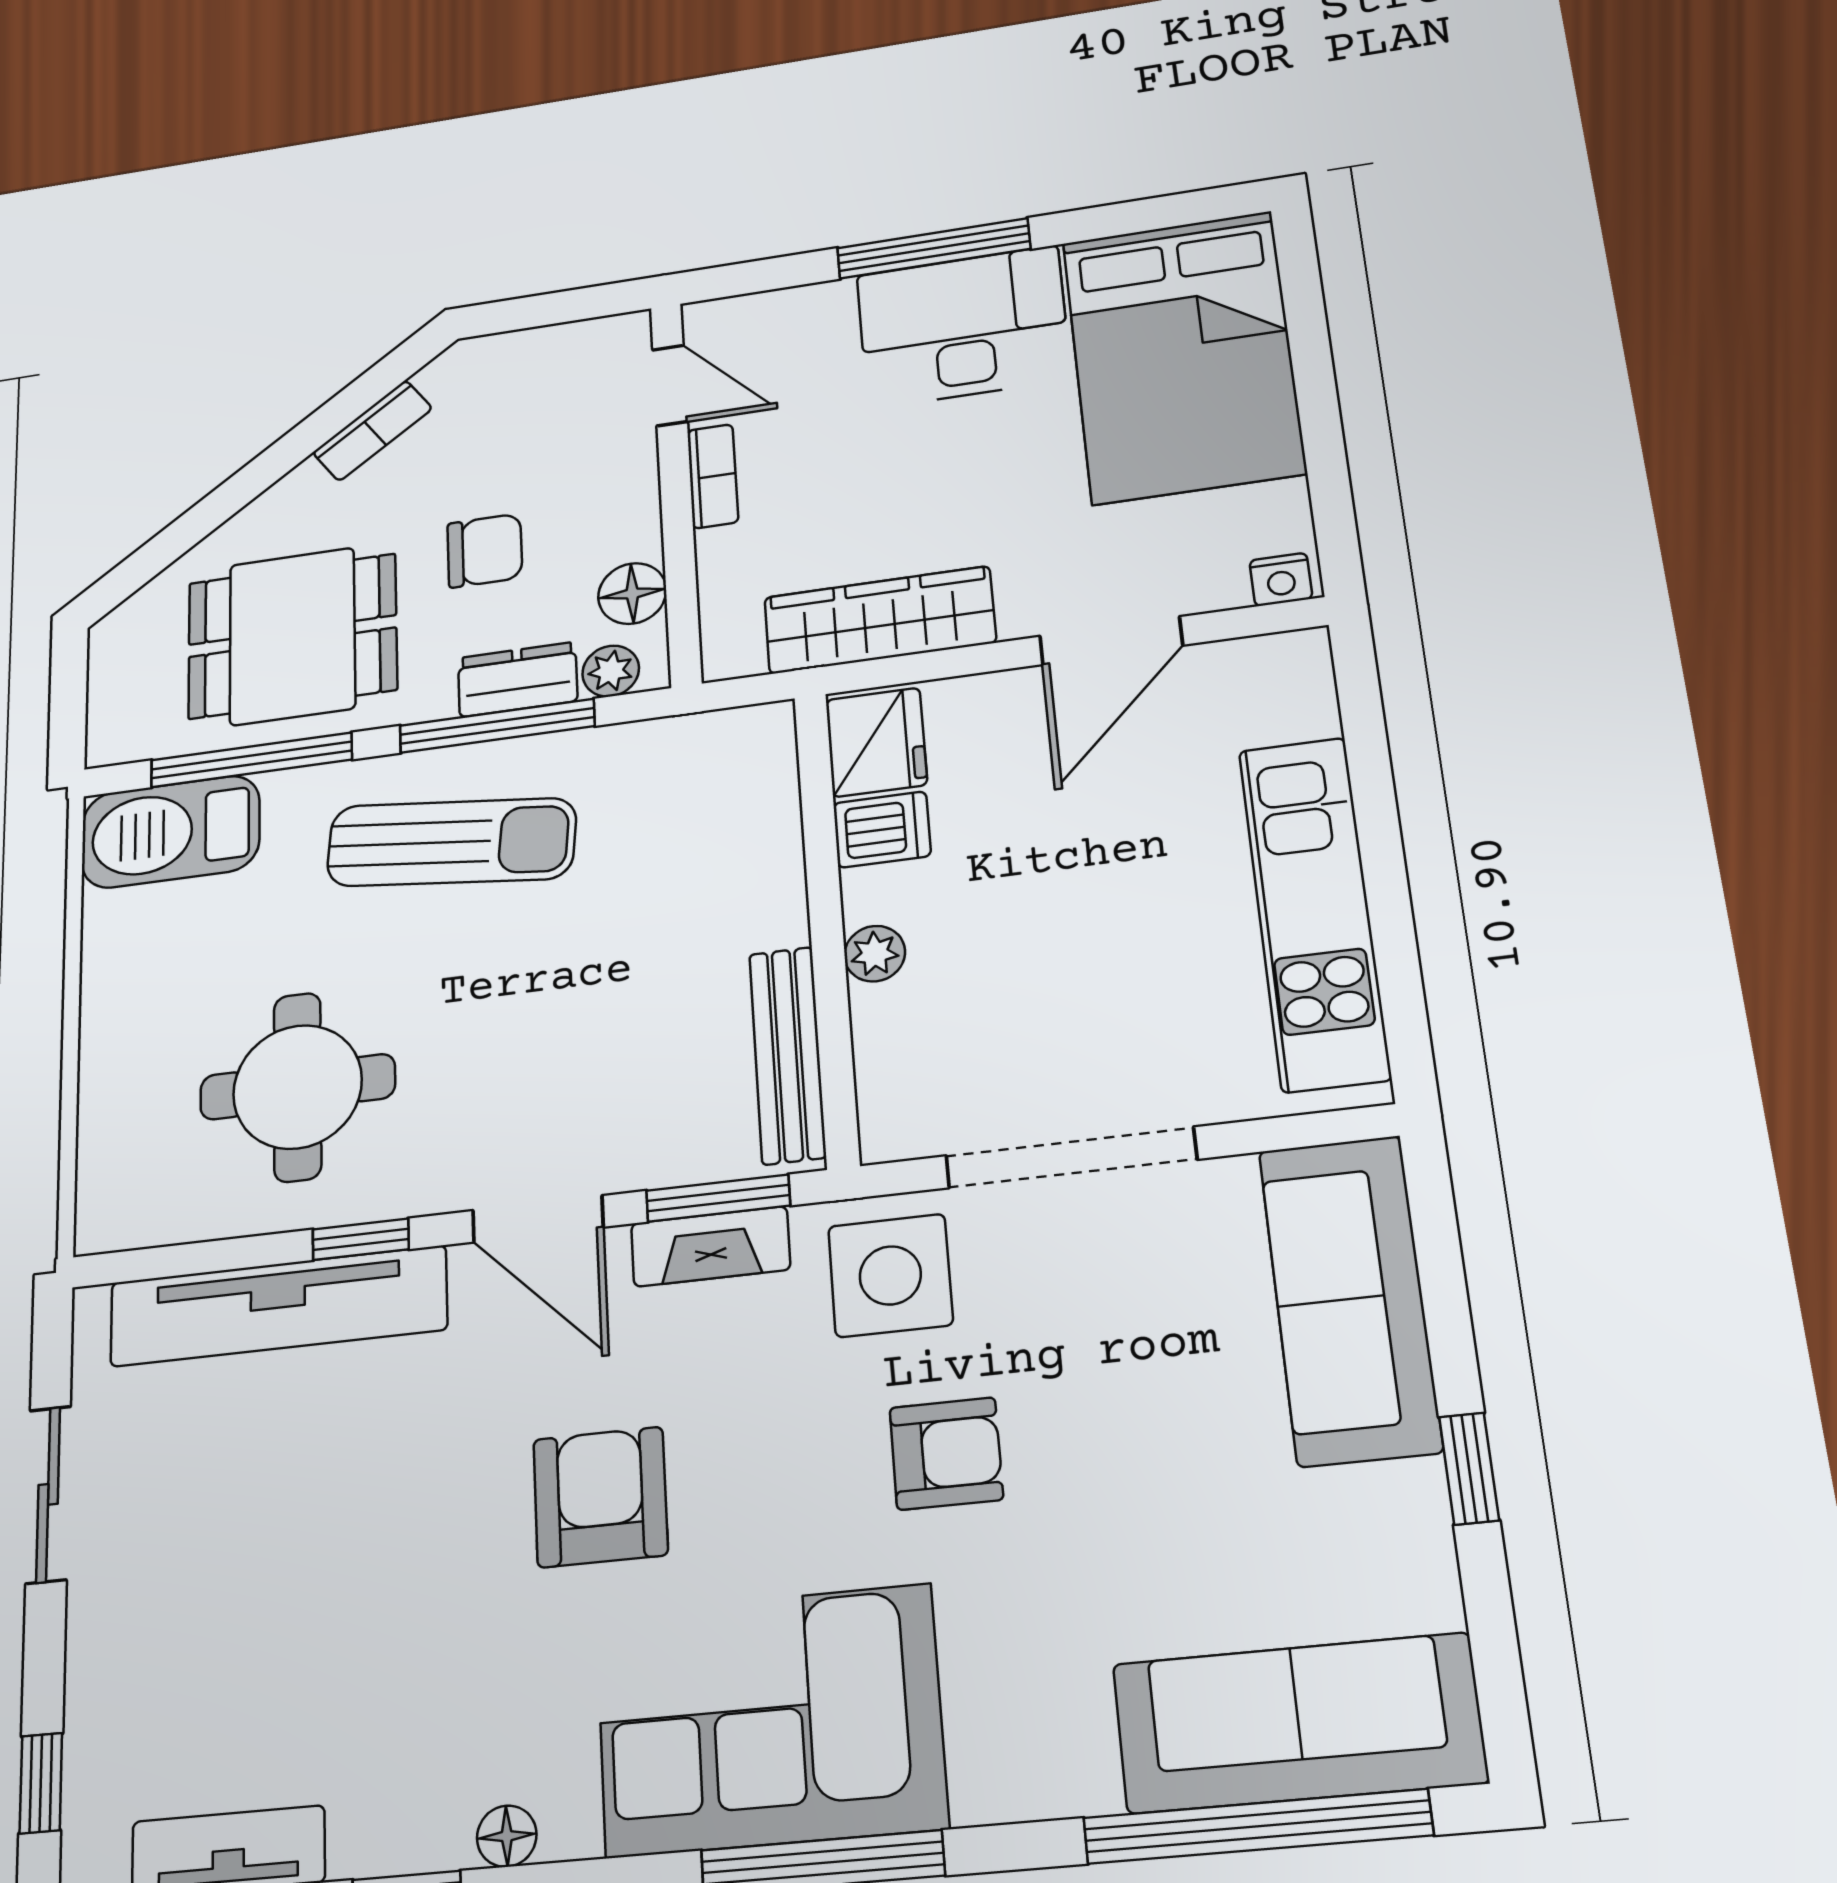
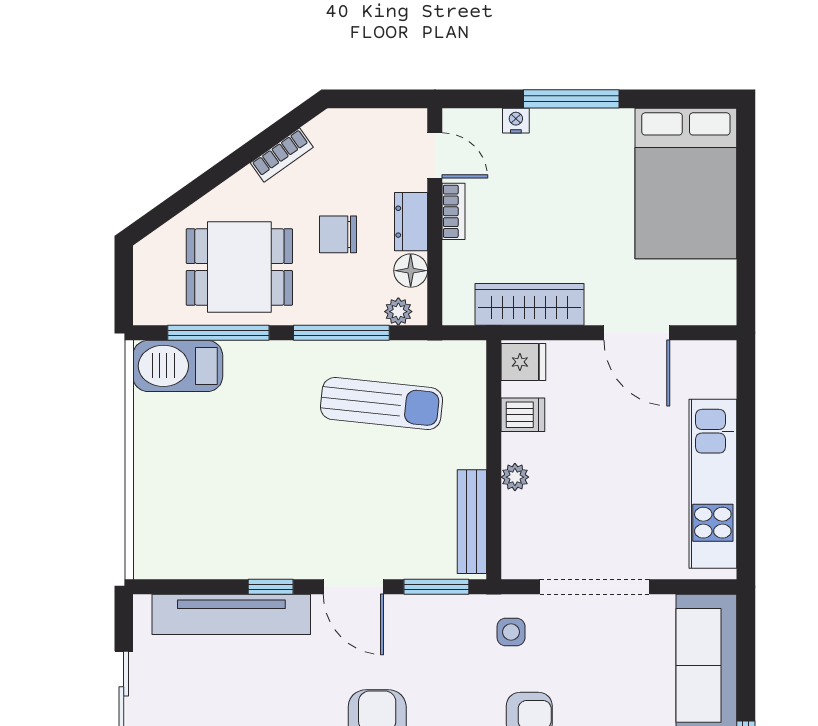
desk: (963, 327) -> (582, 147), removed
chair: (485, 551) -> (338, 234), turned 180
nightstand: (1281, 579) -> (516, 121), moved, turned 180
door: (1111, 641) -> (637, 333), hinge flipped
dresser: (518, 679) -> (411, 222), moved, turned -90
fridge: (876, 742) -> (523, 362), width x0.72
sun lounger: (451, 842) -> (382, 404), moved
round table: (297, 1087) -> (241, 508), removed
fireplace: (710, 1247) -> (432, 609), removed
side table: (890, 1275) -> (511, 632), width x0.54, depth x0.54

